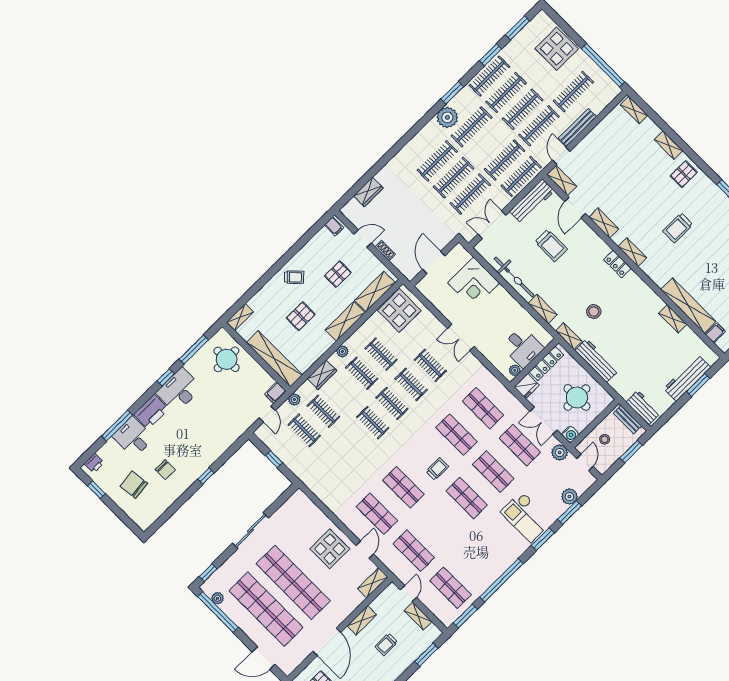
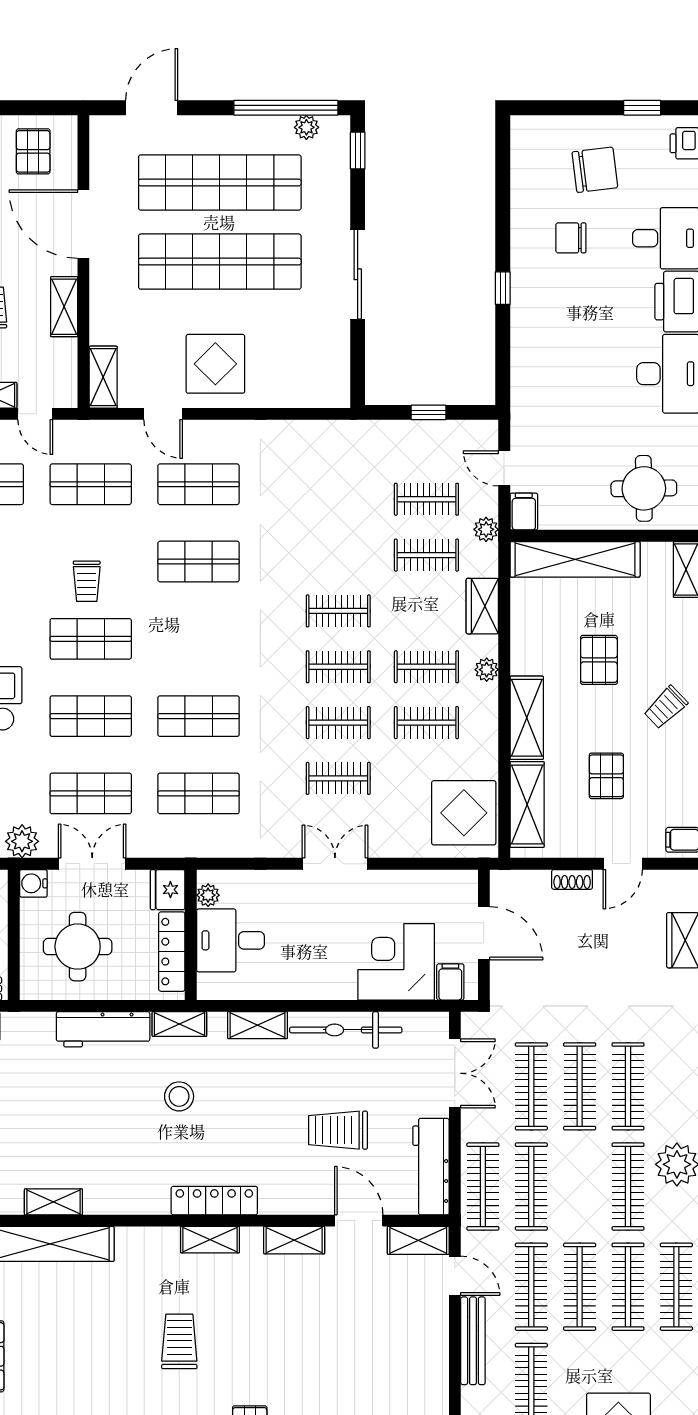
filing cabinet: (462, 257) -> (450, 982), added
locker: (617, 264) -> (214, 1201), width x1.53
trolley: (437, 469) -> (87, 581), moved

